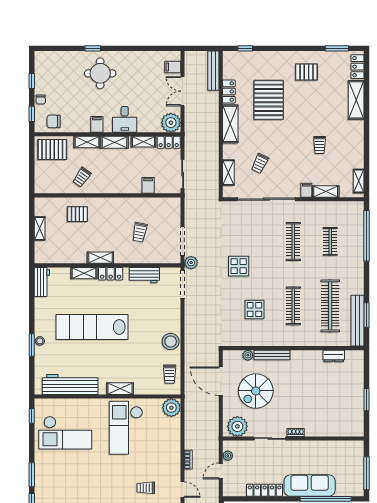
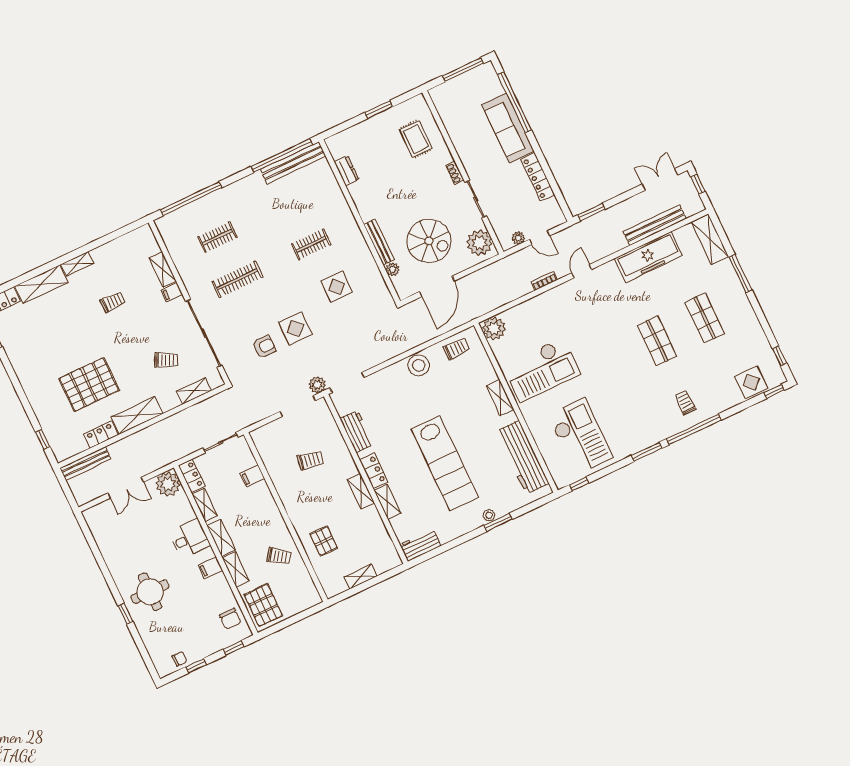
filing cabinet: (173, 67) -> (103, 512), removed
pallet: (306, 72) -> (36, 356), removed
chair: (41, 100) -> (179, 659), moved
shelving: (359, 181) -> (77, 264), moved
armchair: (236, 238) -> (264, 347), added
clothes rail: (293, 306) -> (311, 244), width x0.73
clothes rail: (330, 306) -> (291, 202), removed
window: (366, 315) -> (282, 156), width x2.11
rug: (333, 416) -> (416, 139), added
trolley: (146, 488) -> (600, 314), removed

